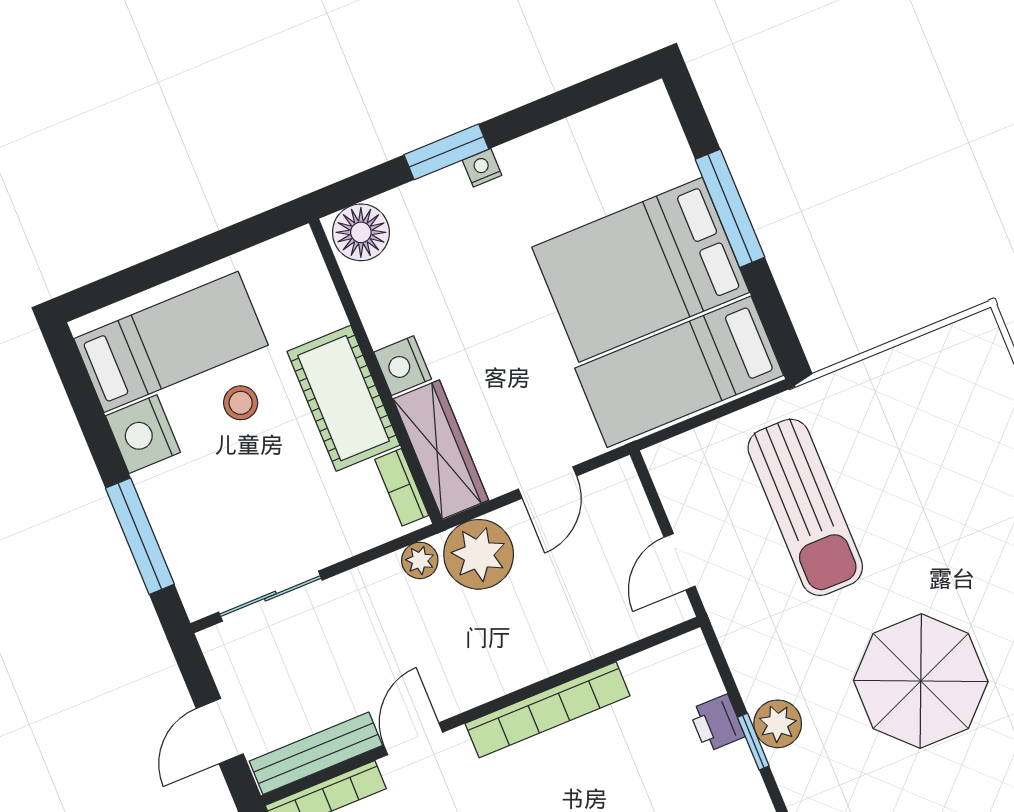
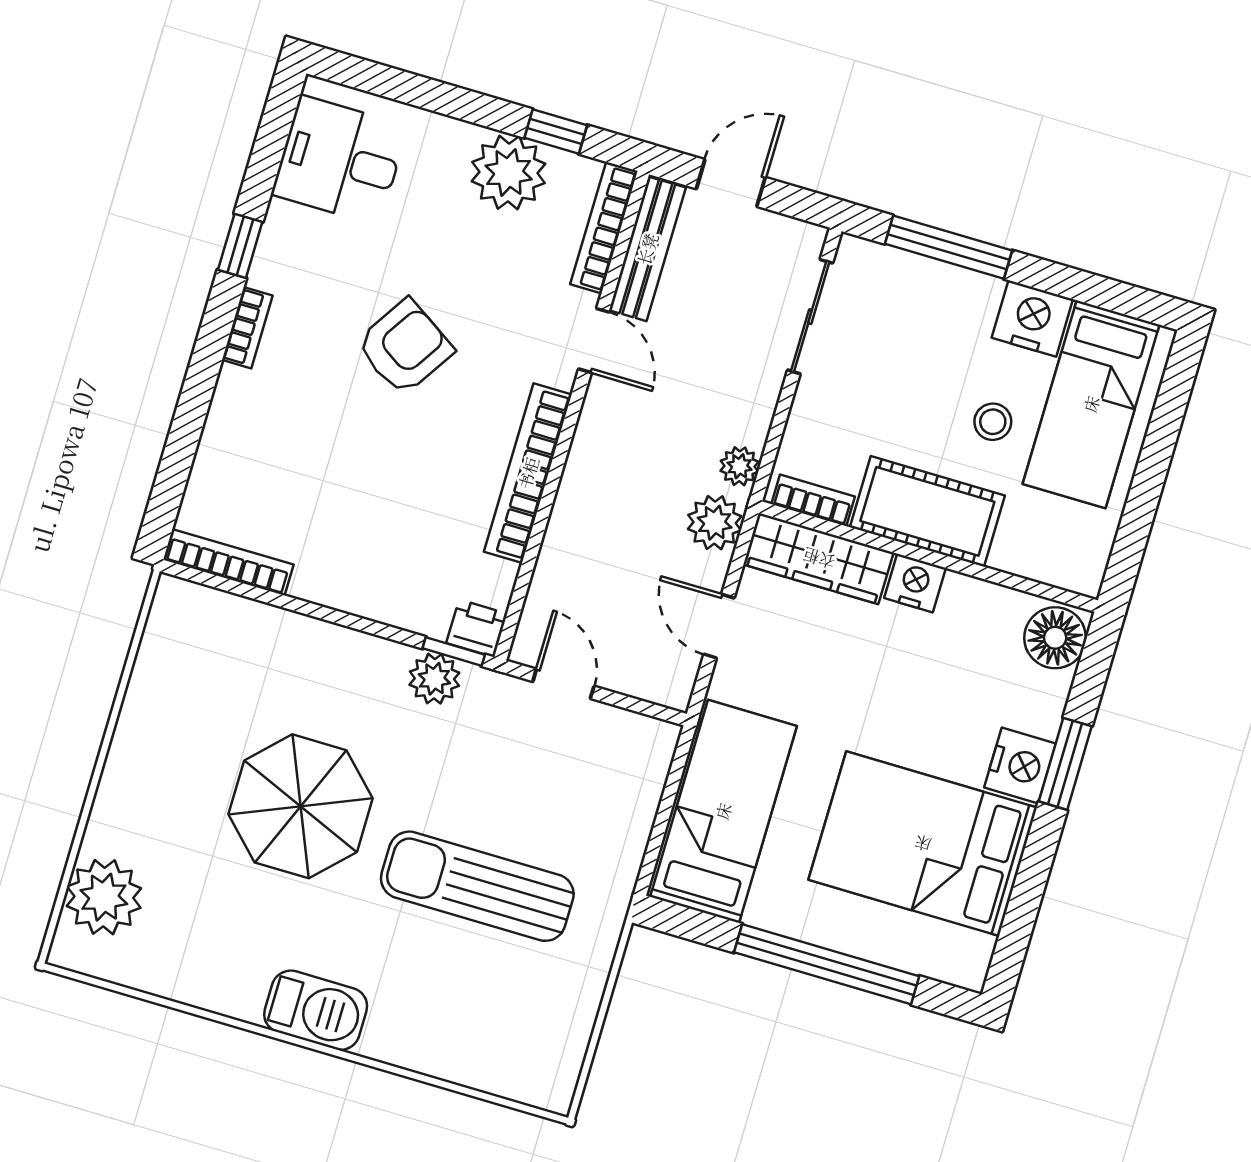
nightstand: (482, 168) -> (1020, 765), width x1.89, depth x1.79
window: (730, 208) -> (827, 964), width x1.46
bed: (641, 270) -> (923, 844), moved, turned -90
sun lounger: (805, 507) -> (477, 886), moved
plant: (479, 554) -> (715, 523), width x0.73, depth x0.73
printer: (717, 723) -> (477, 628), moved
plant: (778, 724) -> (434, 679), moved
door: (220, 731) -> (731, 183), hinge flipped
window: (753, 742) -> (454, 651), moved

